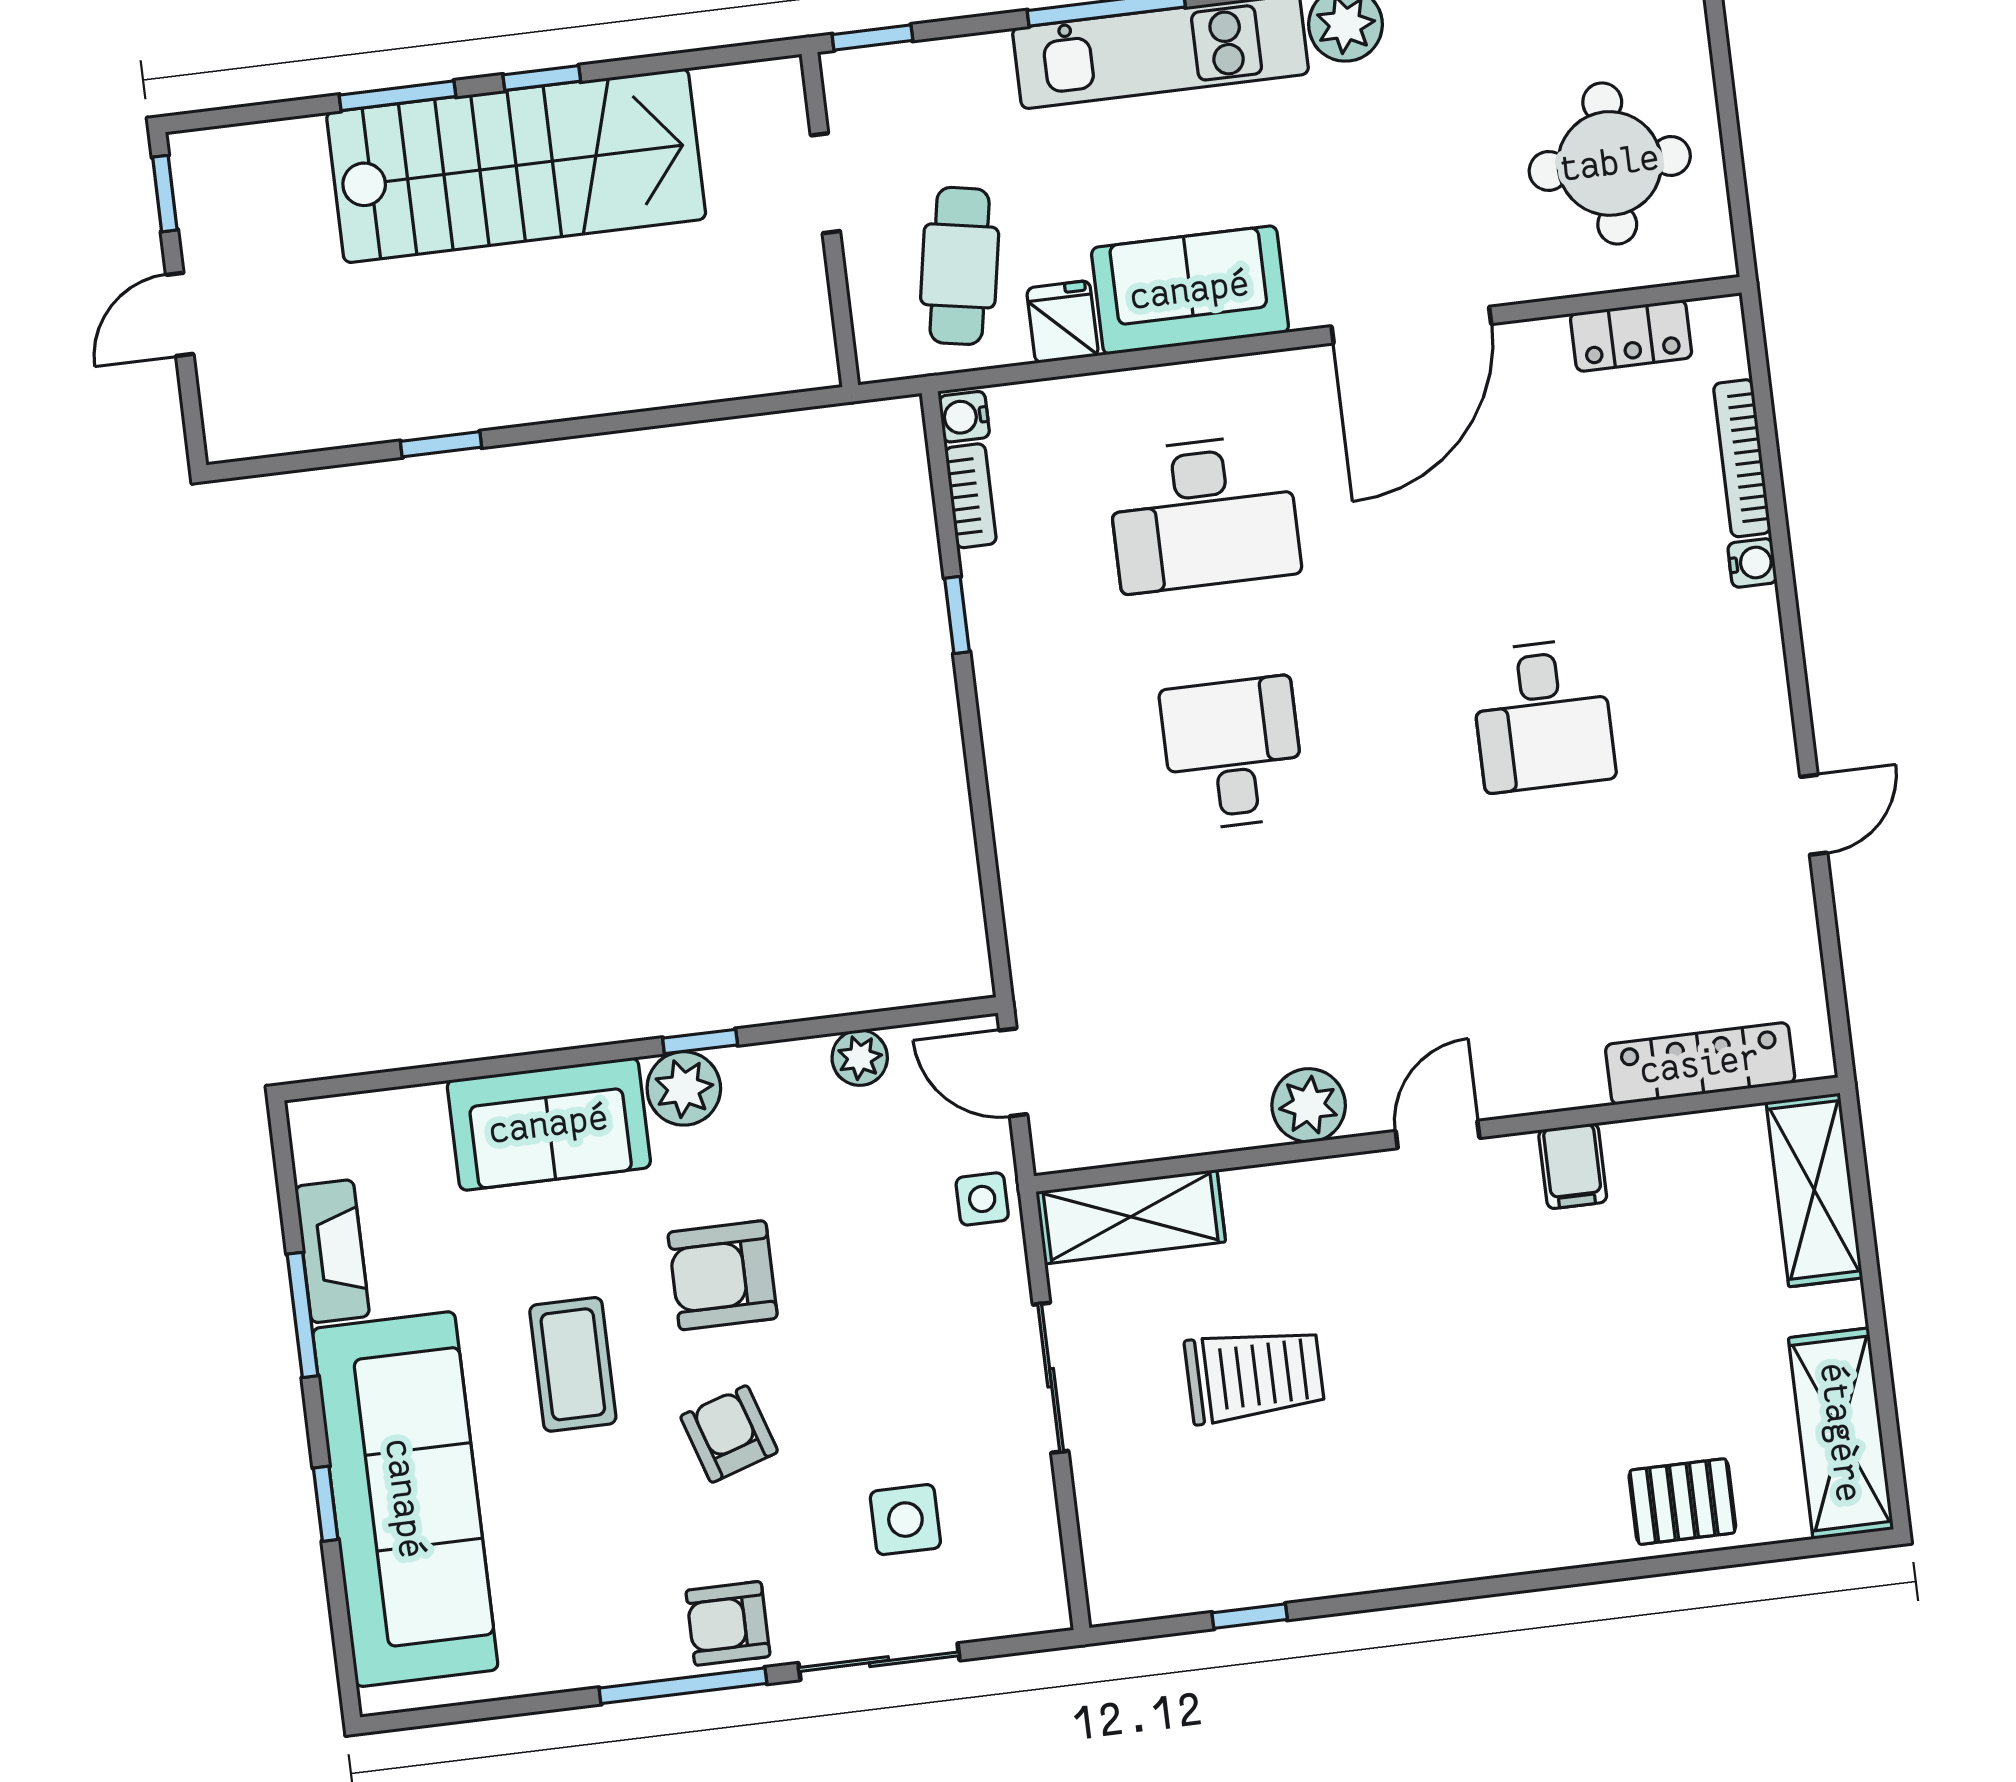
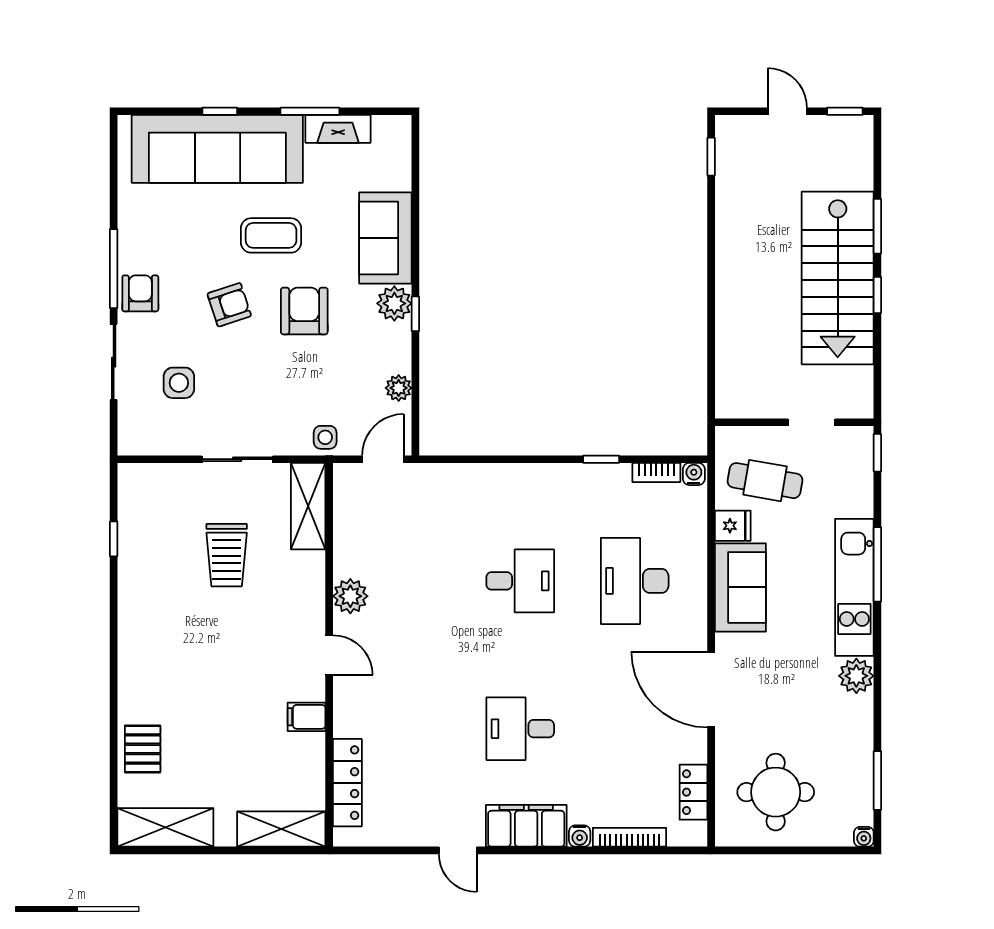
window: (441, 444) -> (711, 157), moved
filing cabinet: (1745, 678) -> (526, 826), added

